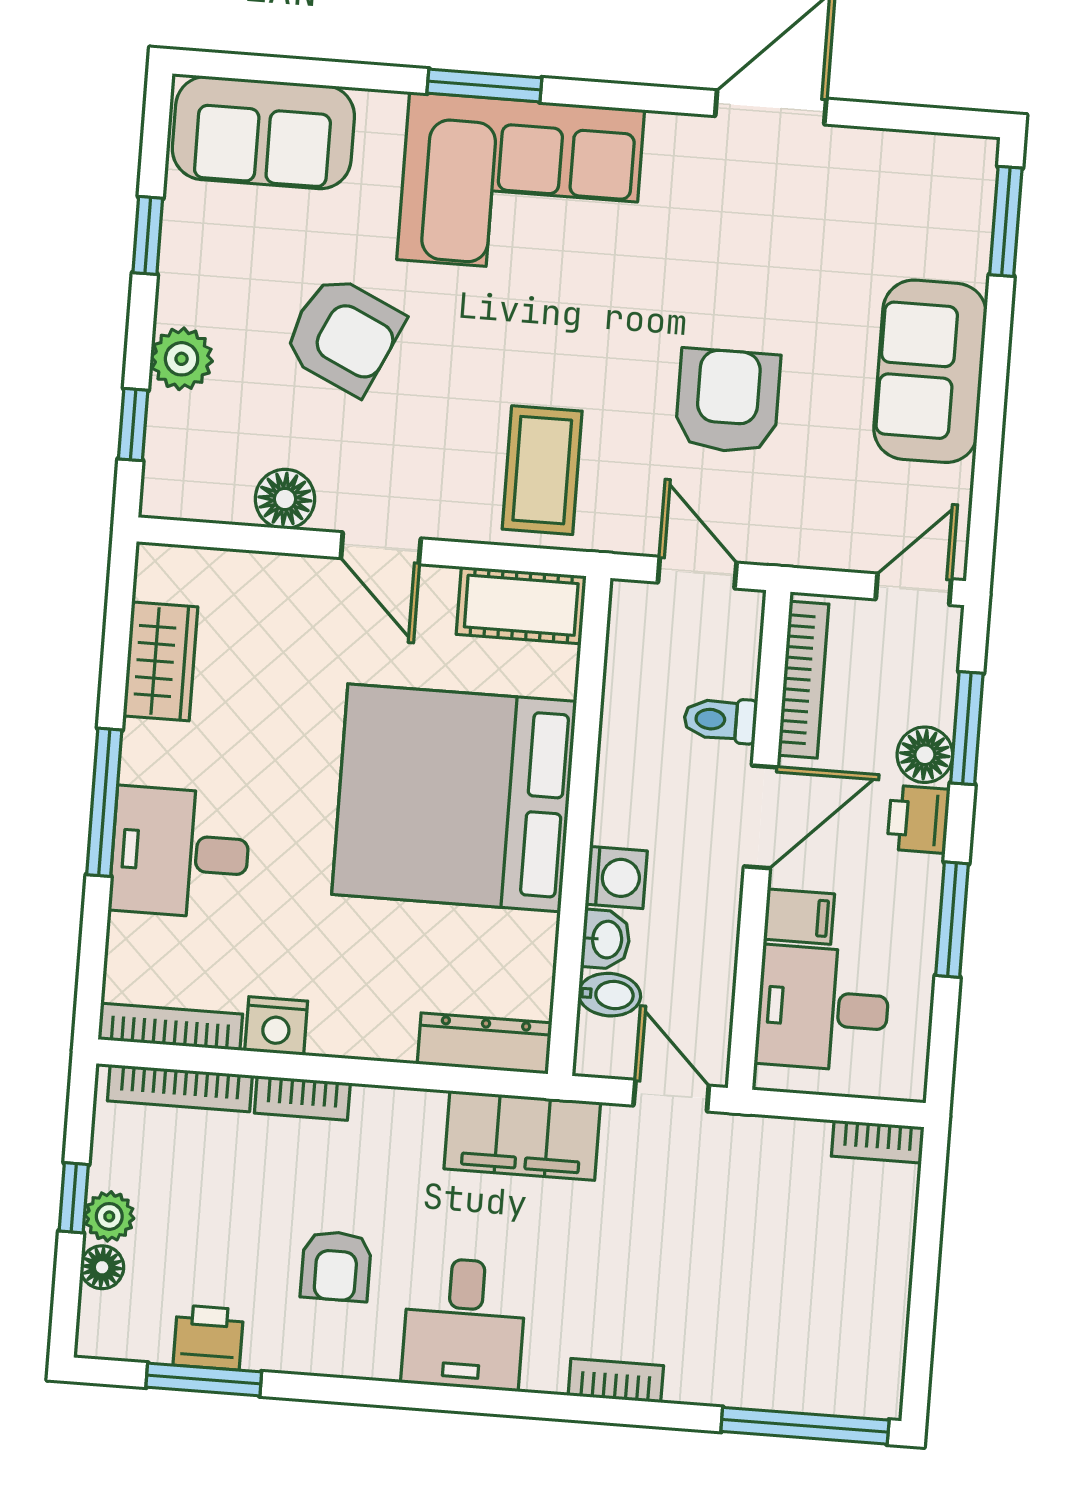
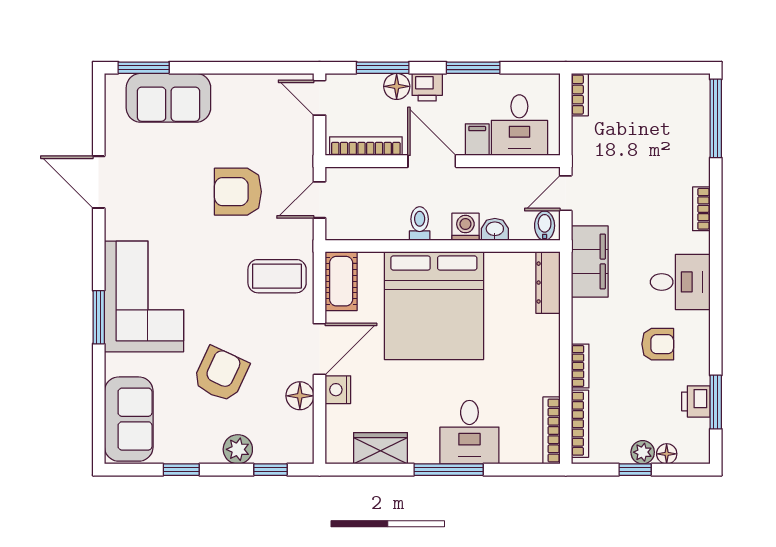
sofa: (930, 371) -> (168, 98), moved
door: (381, 548) -> (319, 349), width x1.37
toilet: (720, 720) -> (420, 223), moved, turned 180
bidet: (609, 995) -> (545, 226), moved
nightstand: (276, 1026) -> (338, 390), moved, turned 180

